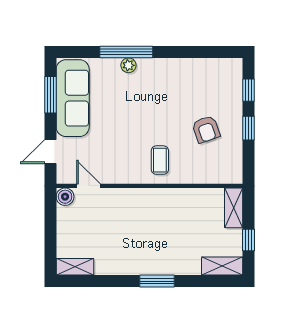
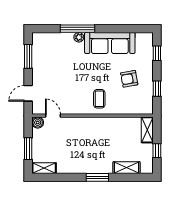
sofa: (73, 98) -> (110, 43), moved, turned 90
window: (248, 128) -> (157, 89), moved
armchair: (206, 129) -> (129, 79), turned 99
window: (50, 237) -> (28, 149), added
shelving: (222, 266) -> (127, 168), moved

